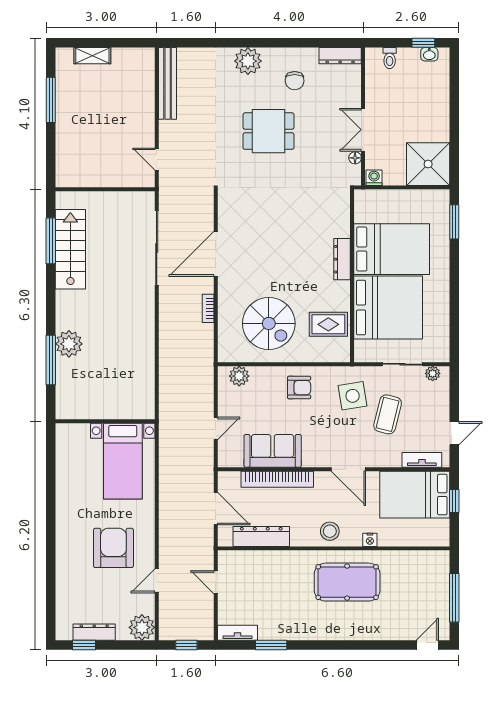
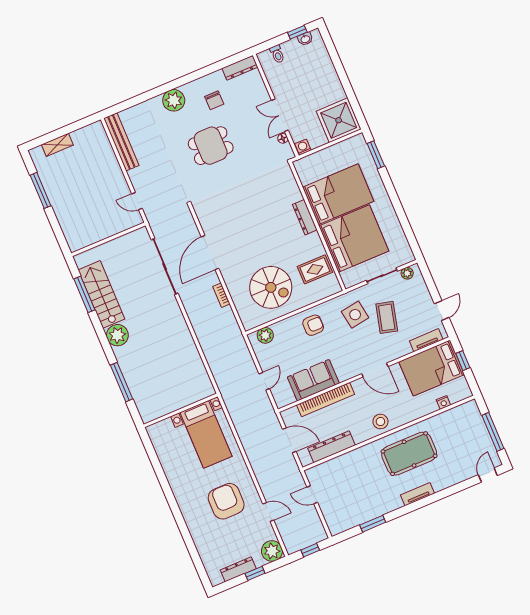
plant: (69, 344) -> (117, 335), moved
nightstand: (370, 540) -> (443, 402), moved
door: (157, 581) -> (268, 512), swing flipped
tv unit: (237, 633) -> (417, 494), moved
window: (84, 645) -> (255, 573), moved

